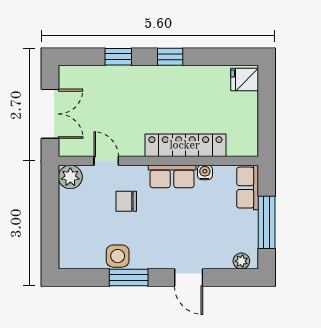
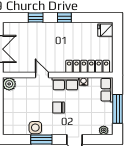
locker: (185, 145) -> (88, 66), moved
door: (106, 161) -> (42, 75), moved
chair: (126, 201) -> (59, 108), moved

